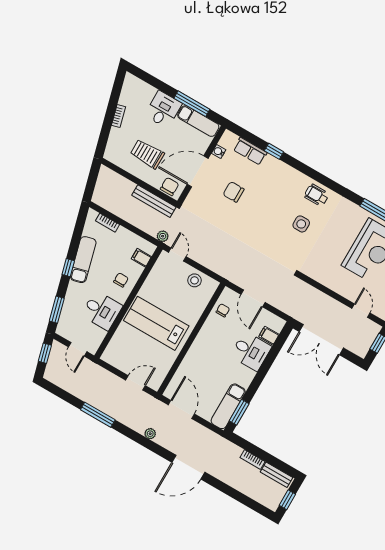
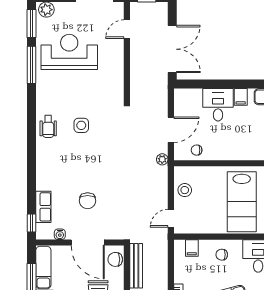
window: (274, 151) -> (31, 223), moved
plant: (163, 236) -> (162, 159), moved
filing cabinet: (269, 336) -> (241, 97), moved

